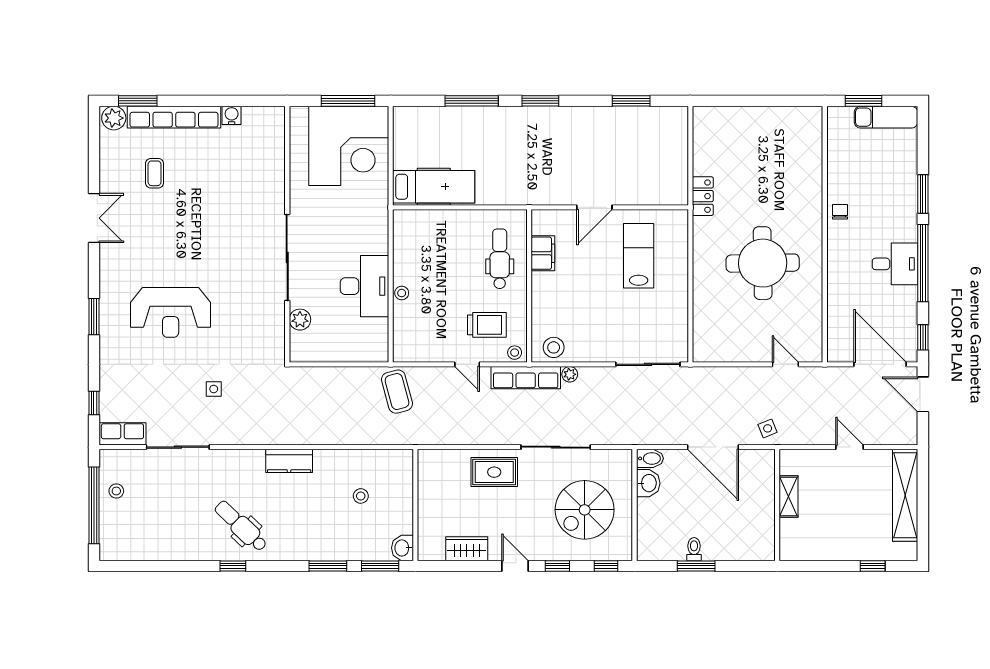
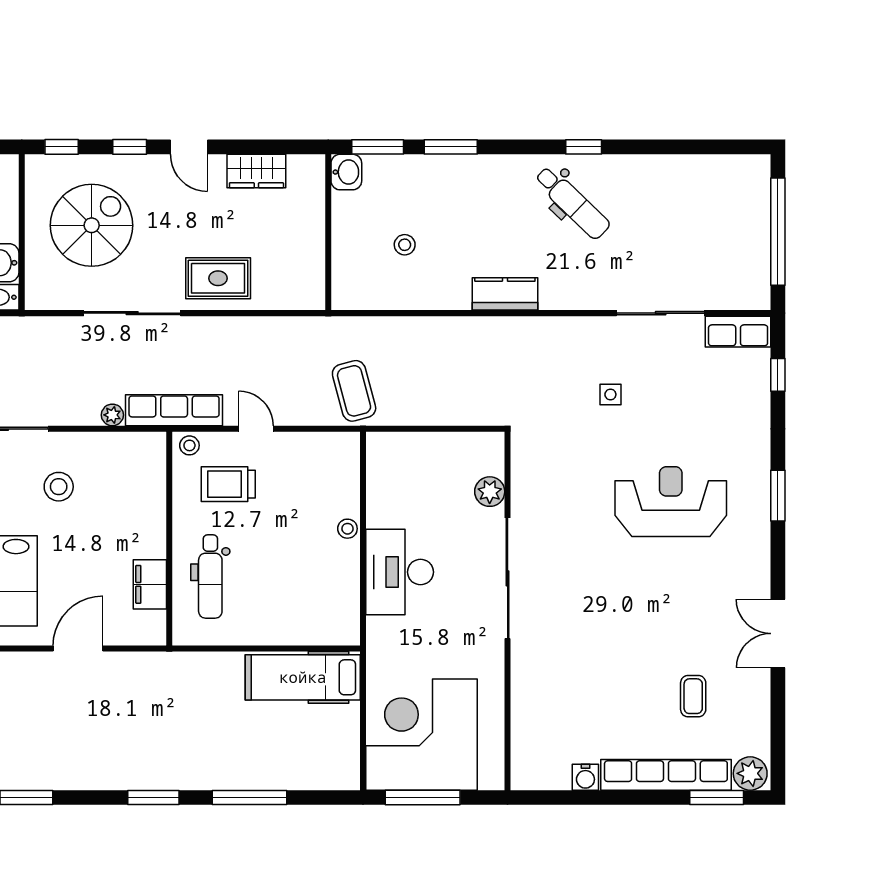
desk: (364, 286) -> (400, 572), moved
stool: (554, 347) -> (59, 487), moved
stool: (116, 491) -> (747, 252), removed

